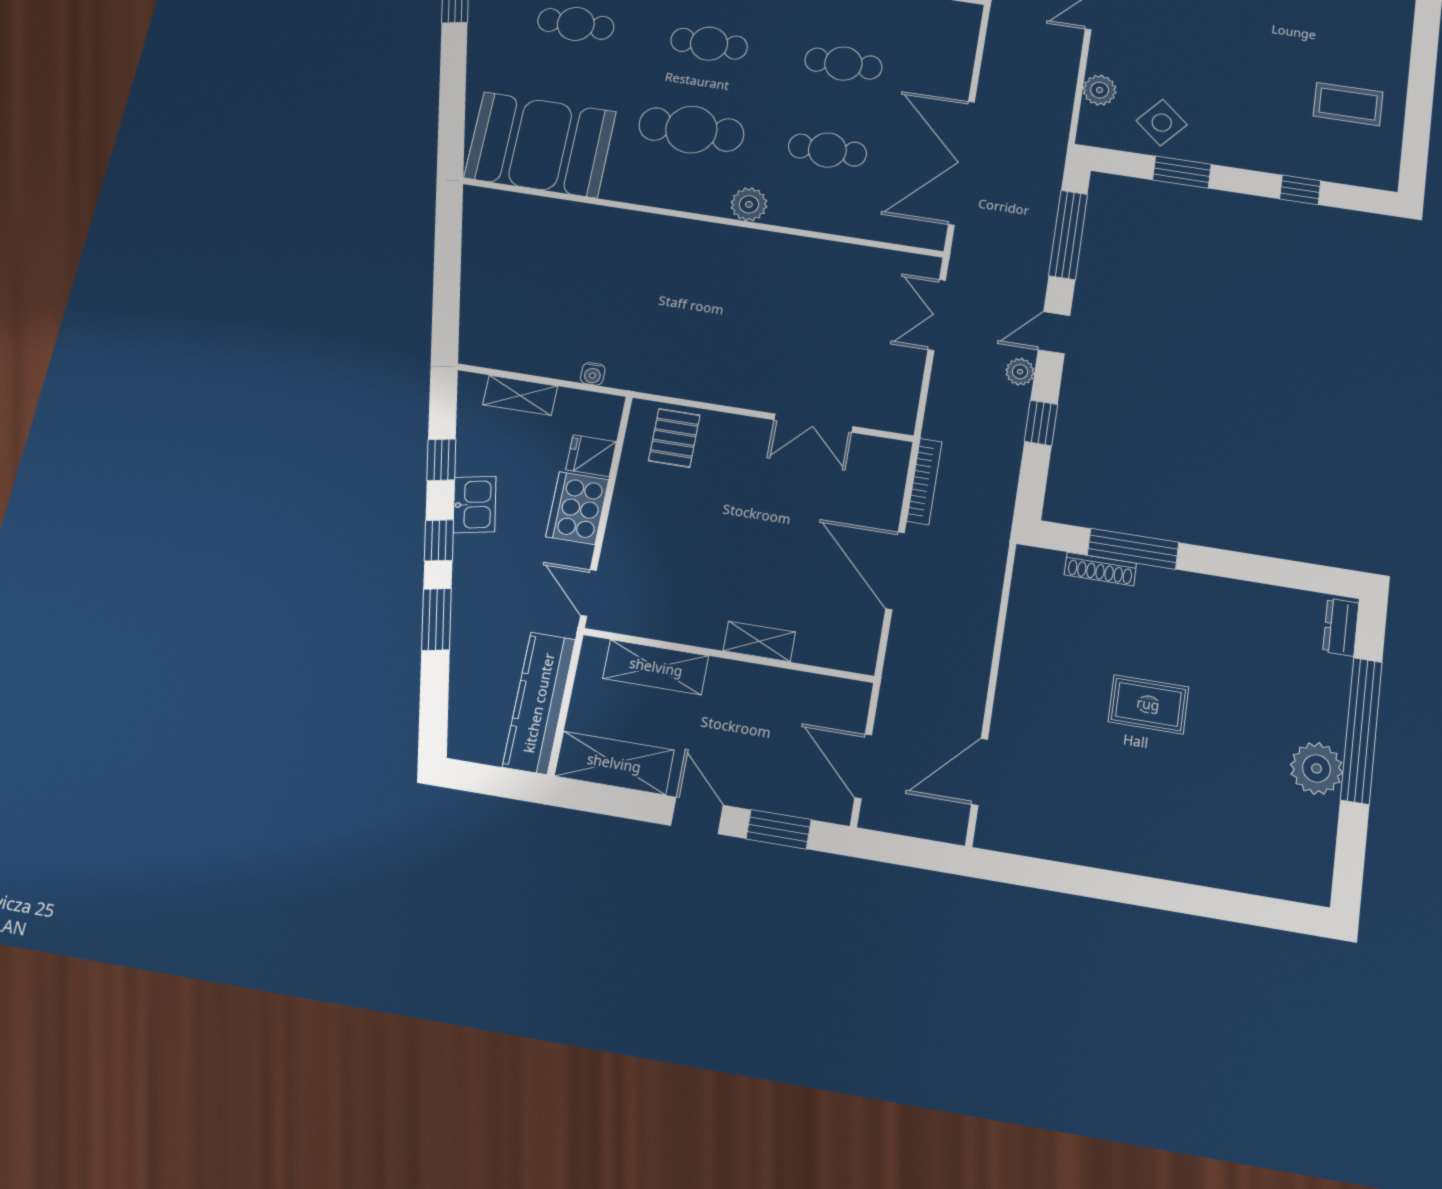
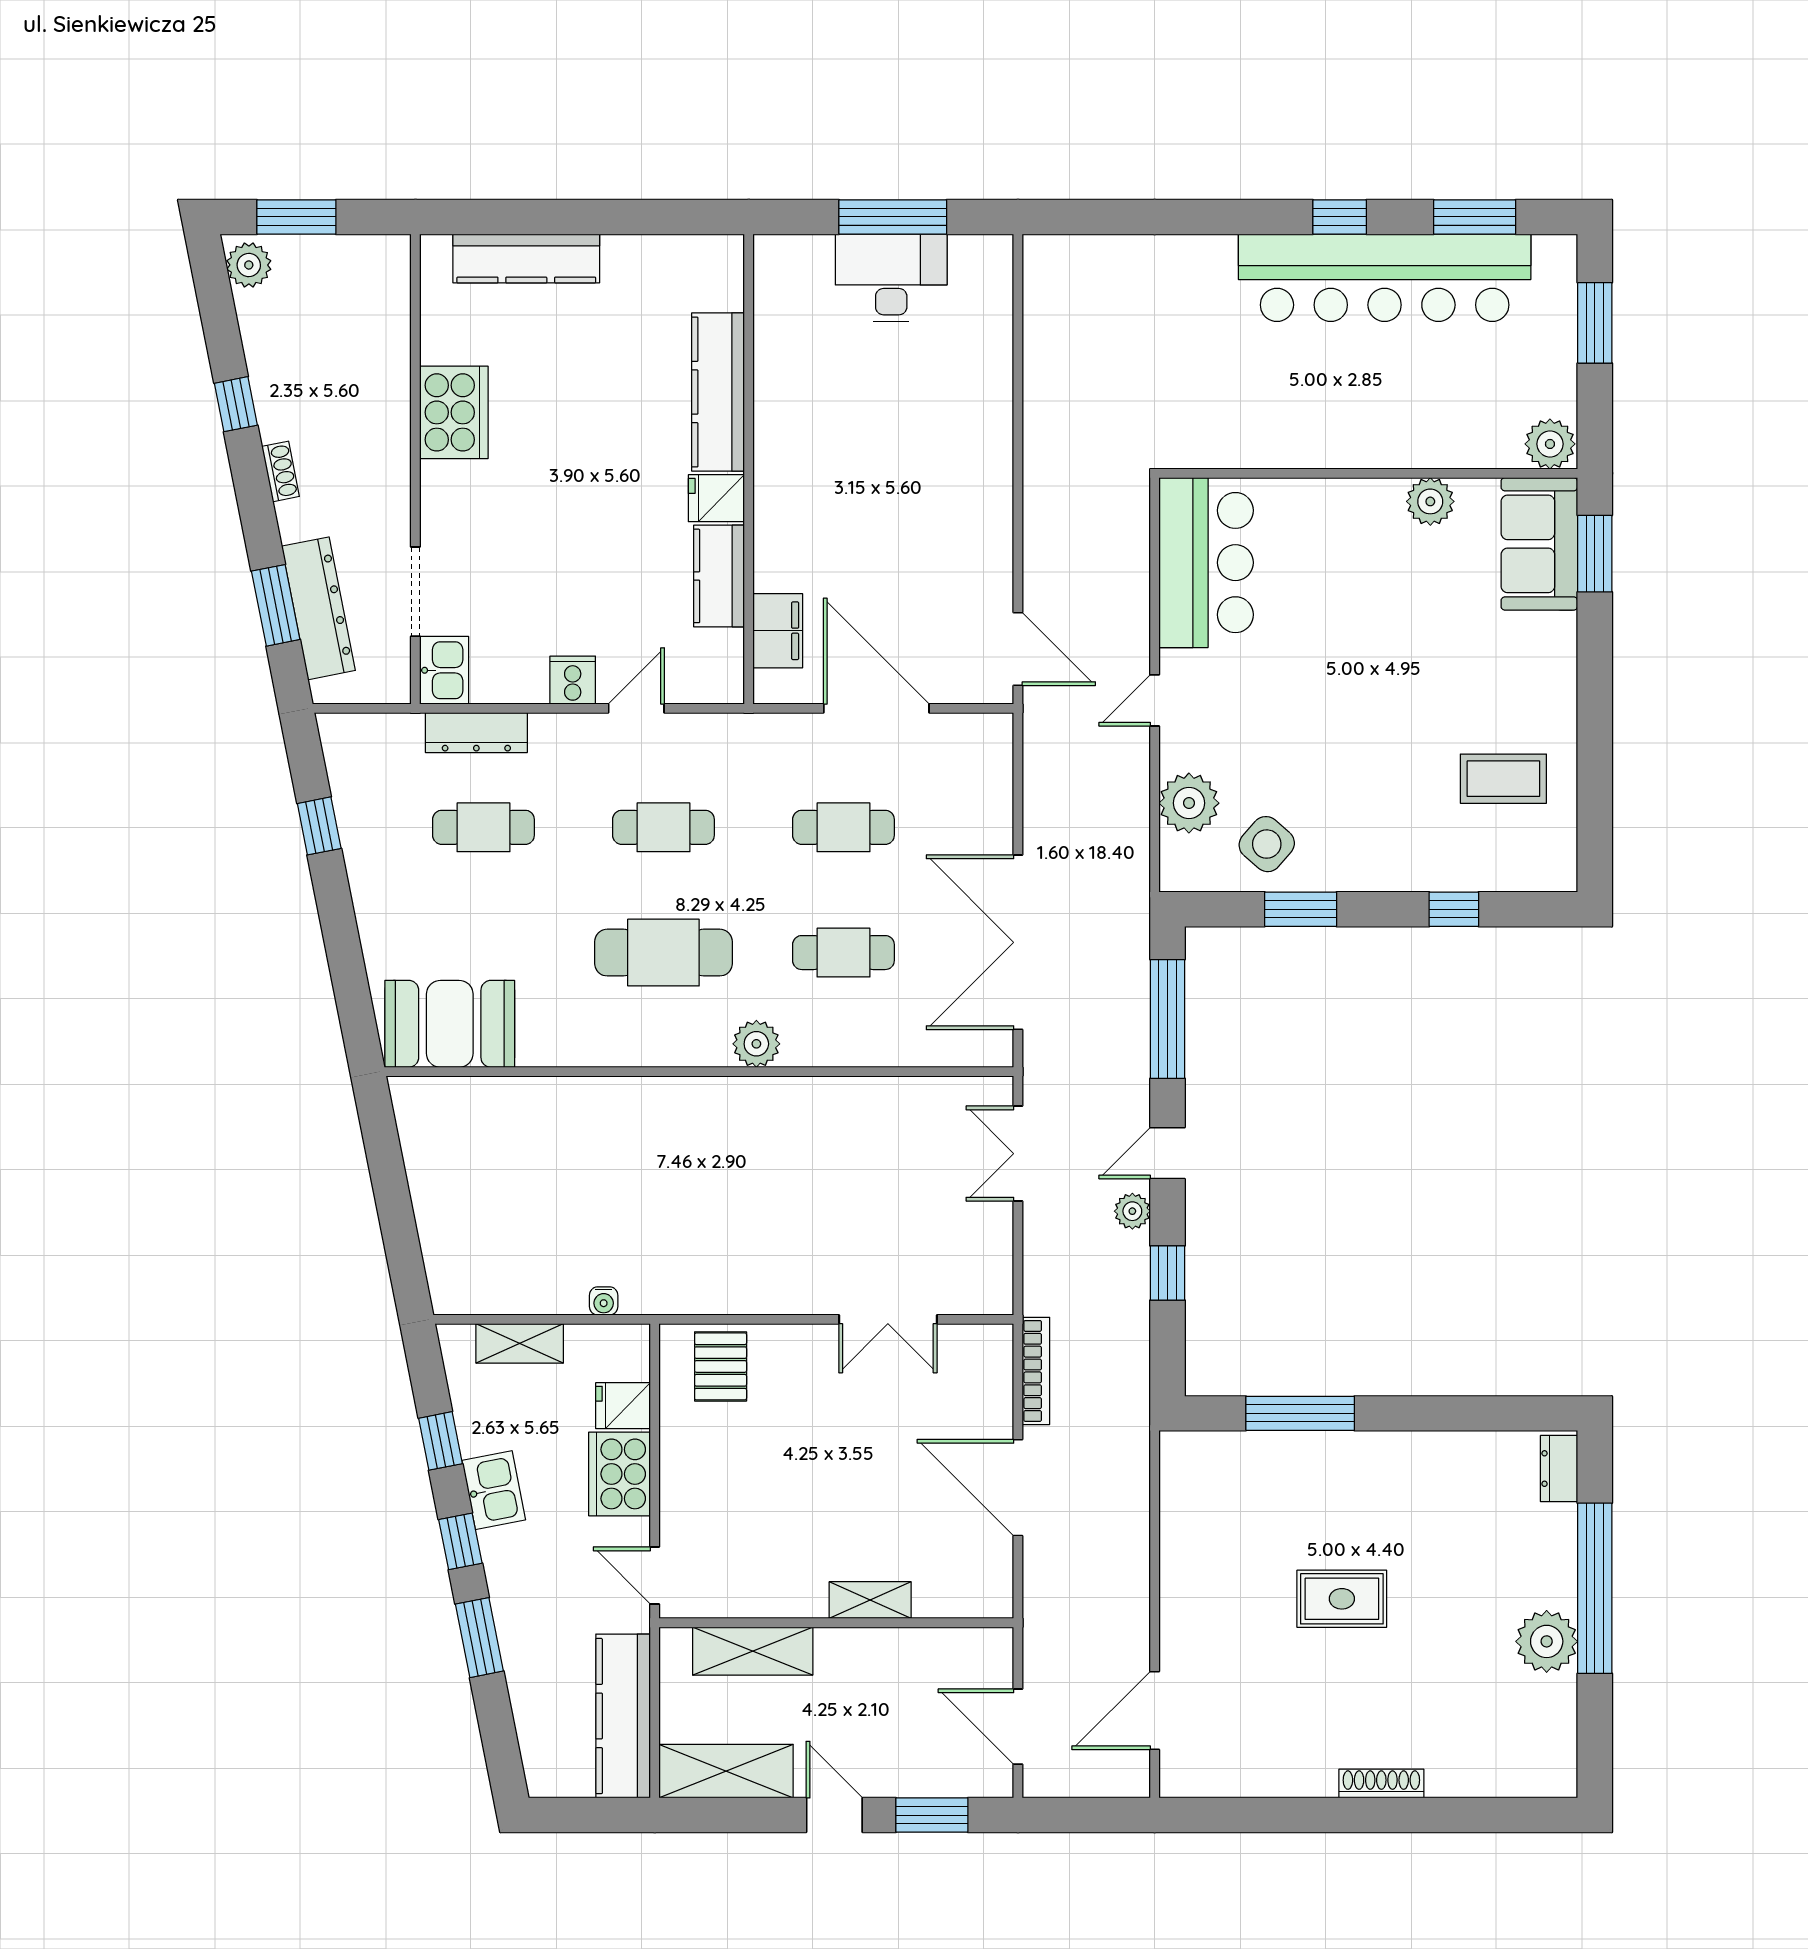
plant: (1100, 90) -> (1189, 803), width x1.36, depth x1.36
booth: (540, 145) -> (450, 1024), width x0.73, depth x0.70
shoe rack: (1100, 569) -> (1381, 1784), moved, turned 180

